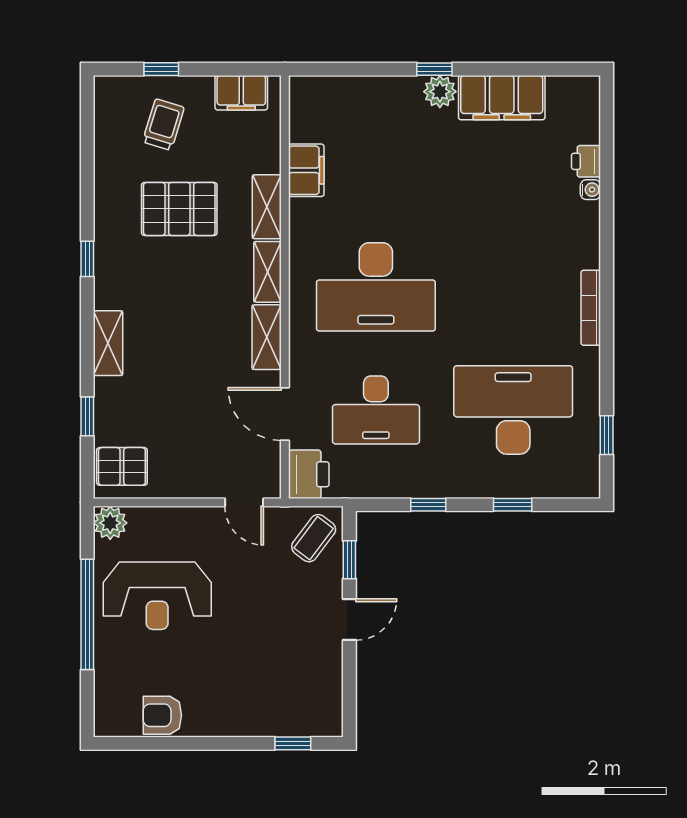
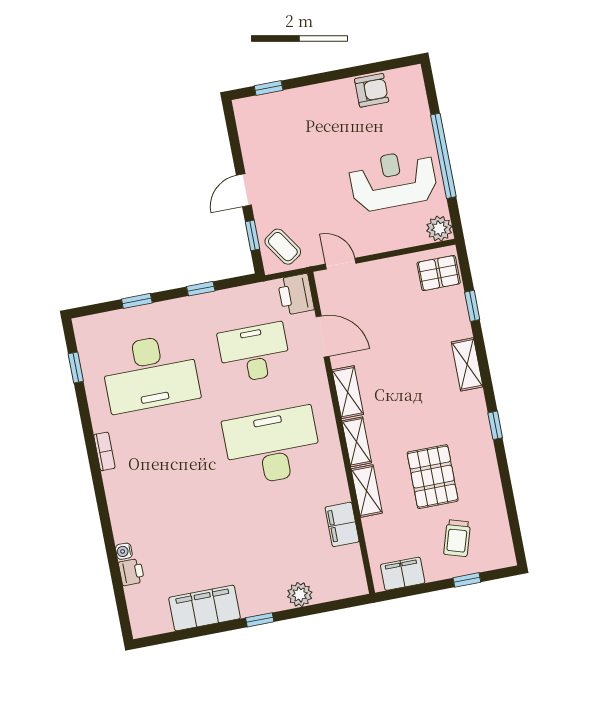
plant: (440, 92) -> (300, 594), moved
pallet: (179, 209) -> (433, 477), turned 90
bookcase: (591, 308) -> (104, 451), width x0.64
coffee table: (314, 538) -> (283, 247), turned -71

